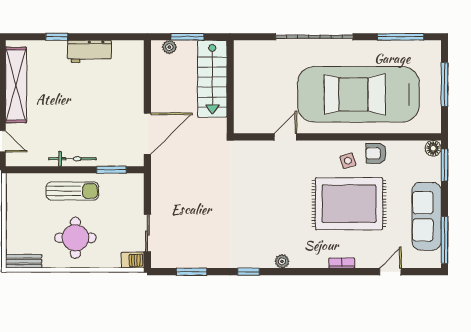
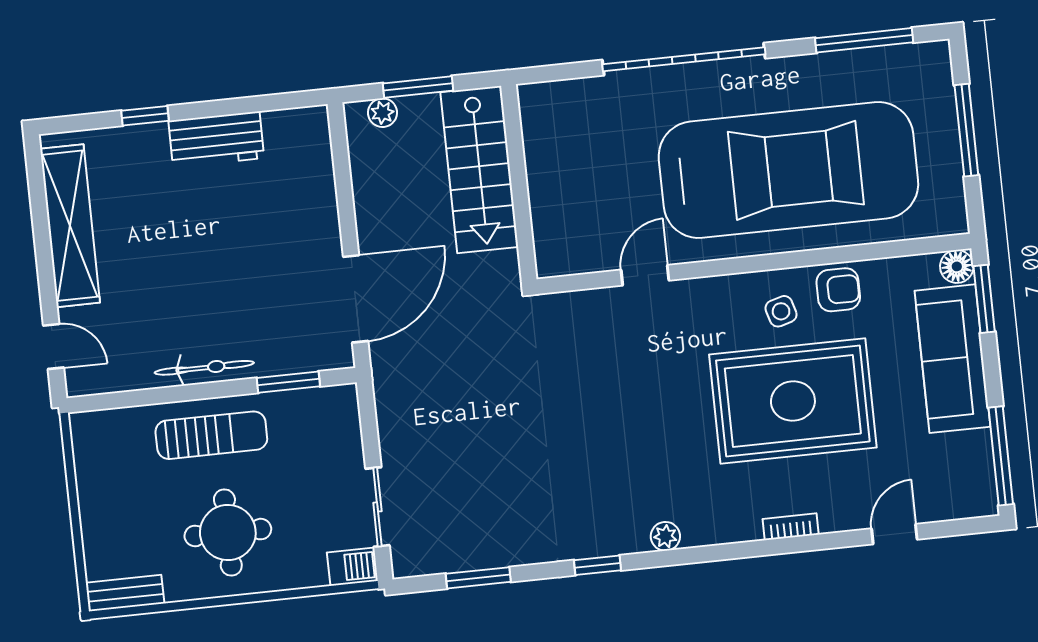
car: (358, 94) -> (788, 170), turned 180
armchair: (376, 153) -> (838, 290), turned 180
sofa: (427, 216) -> (953, 359), moved

